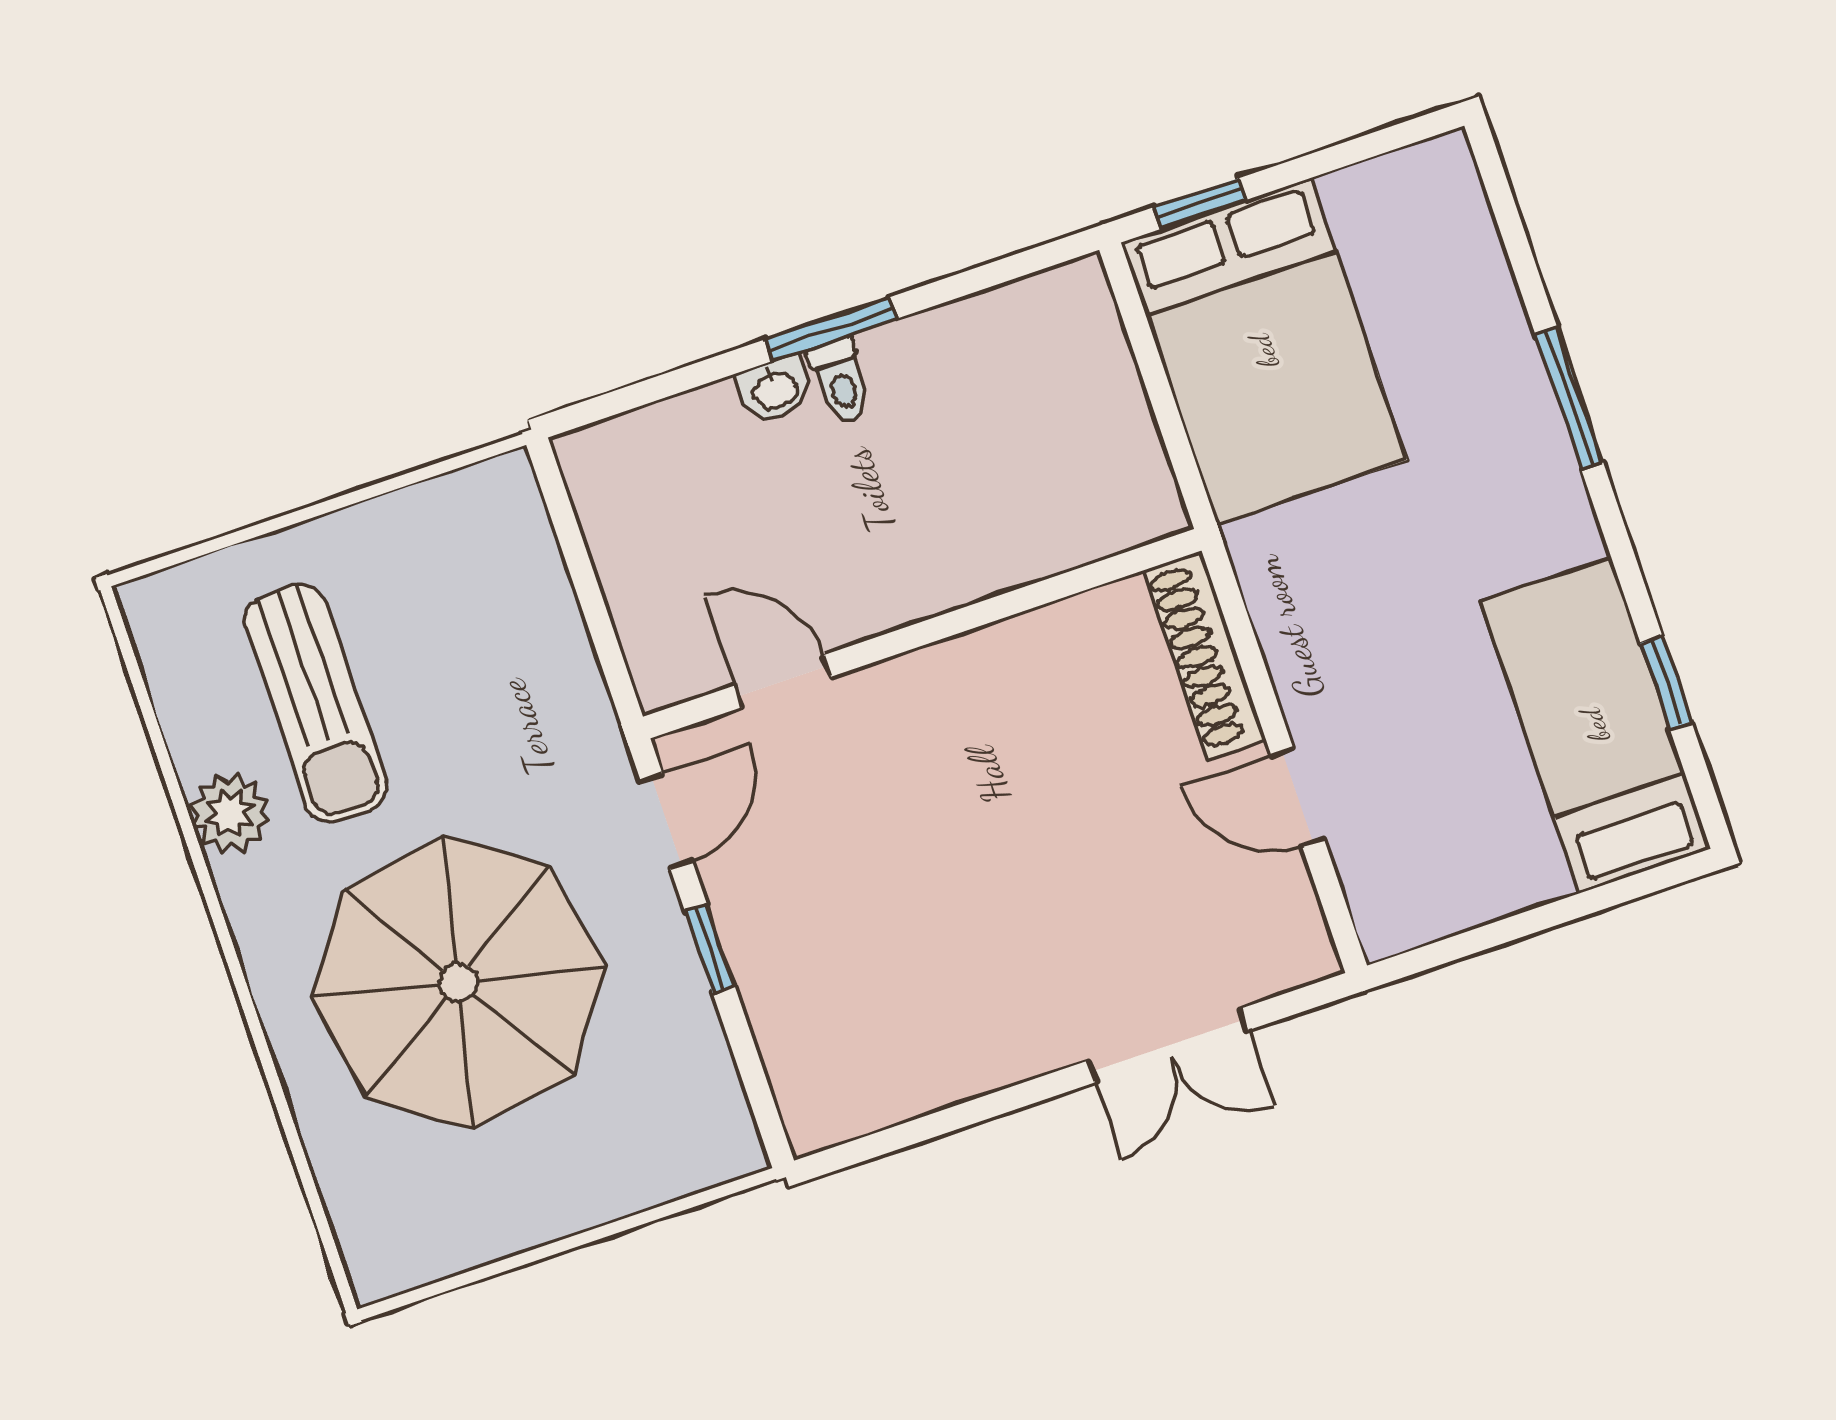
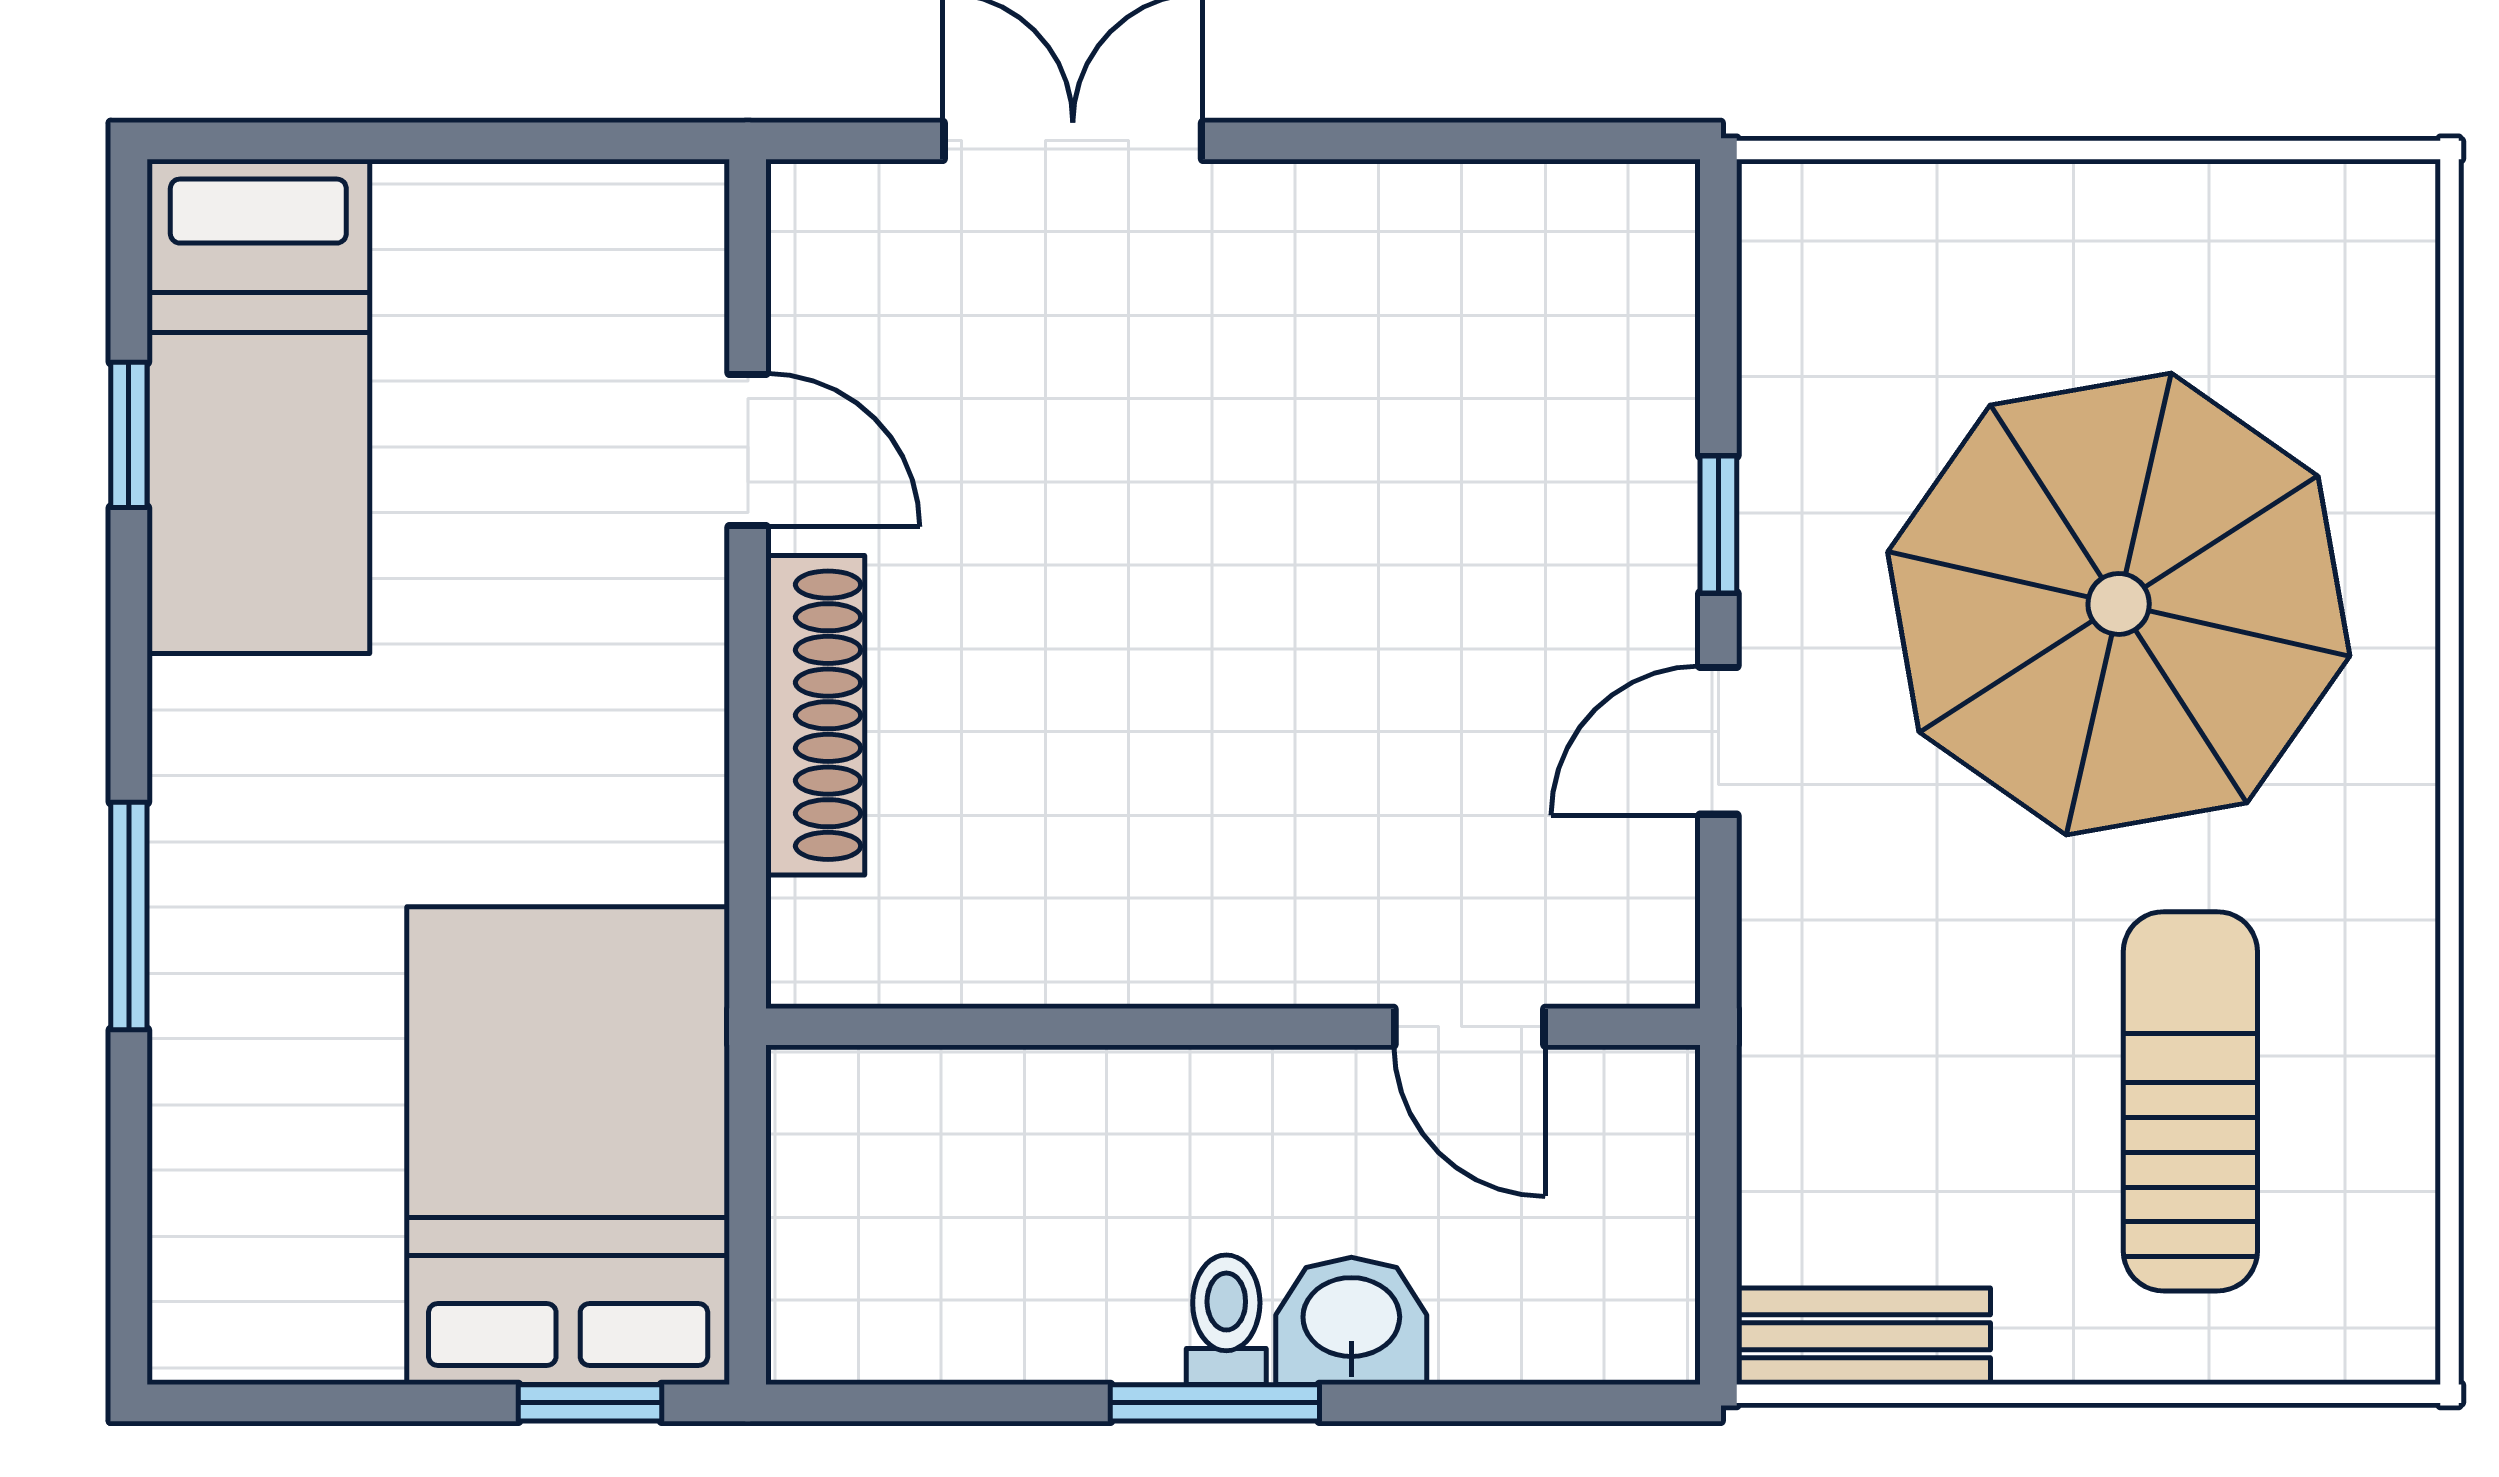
washbasin: (775, 389) -> (1351, 1321), width x1.38, depth x1.45
bench: (461, 499) -> (1863, 1336), added
wall: (922, 634) -> (1233, 1027), moved
door: (783, 681) -> (1469, 1027), moved
plant: (230, 813) -> (2377, 978), removed

